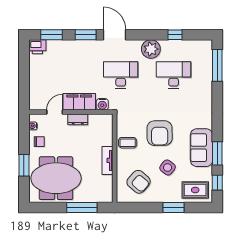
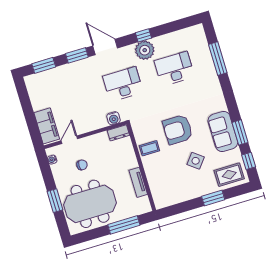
window: (175, 35) -> (143, 35), moved
printer: (37, 47) -> (33, 81), removed
window: (217, 65) -> (218, 59), moved
filing cabinet: (79, 102) -> (47, 126), moved, turned 90
dresser: (78, 119) -> (118, 133), moved
armchair: (160, 133) -> (178, 130), turned 91
chair: (39, 142) -> (82, 165), moved
tv unit: (107, 160) -> (138, 182), moved
armchair: (139, 182) -> (172, 183), removed

